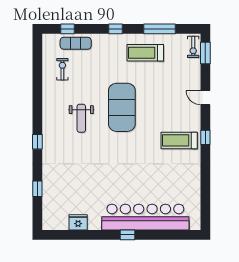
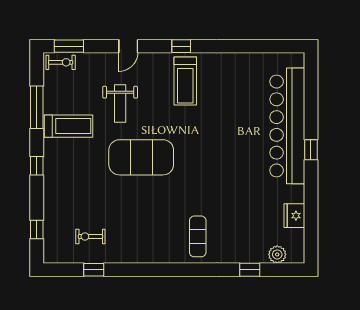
exercise mat: (76, 43) -> (198, 236), moved
treadmill: (145, 53) -> (69, 126), turned -90
weight bench: (81, 118) -> (120, 103), moved, turned 90
window: (37, 142) -> (94, 270), moved
plant: (49, 209) -> (277, 254), added

